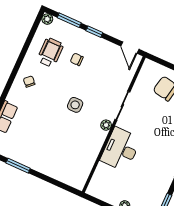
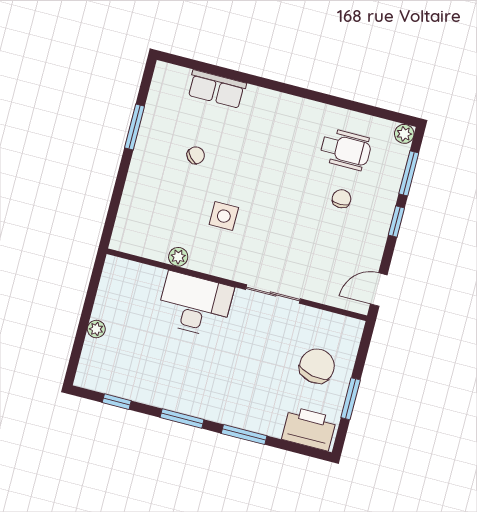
chair: (29, 82) -> (196, 155), moved
side table: (75, 105) -> (224, 216), moved
plant: (106, 125) -> (178, 257), moved

